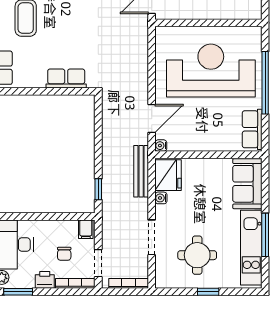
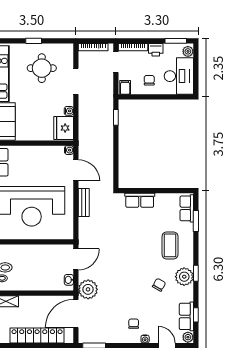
door: (152, 119) -> (76, 170), swing flipped
bench: (141, 171) -> (84, 202), moved, width x0.73
chair: (64, 254) -> (149, 80), moved

